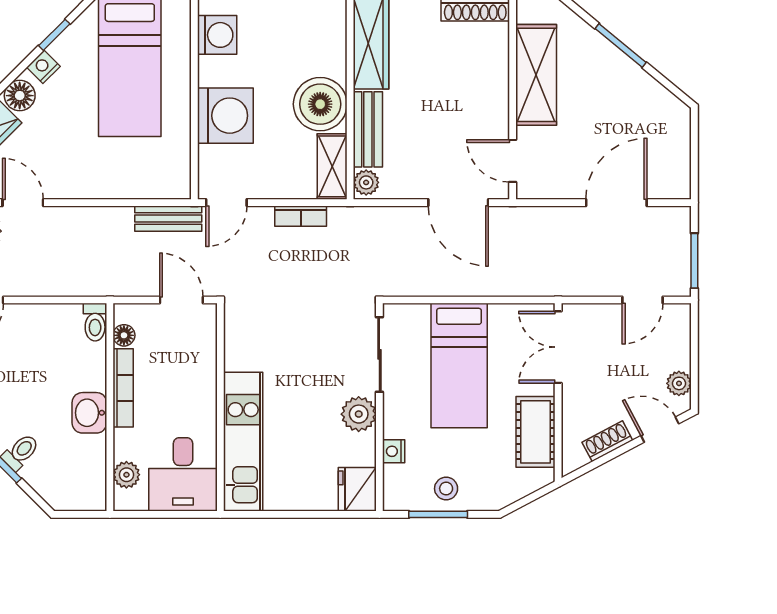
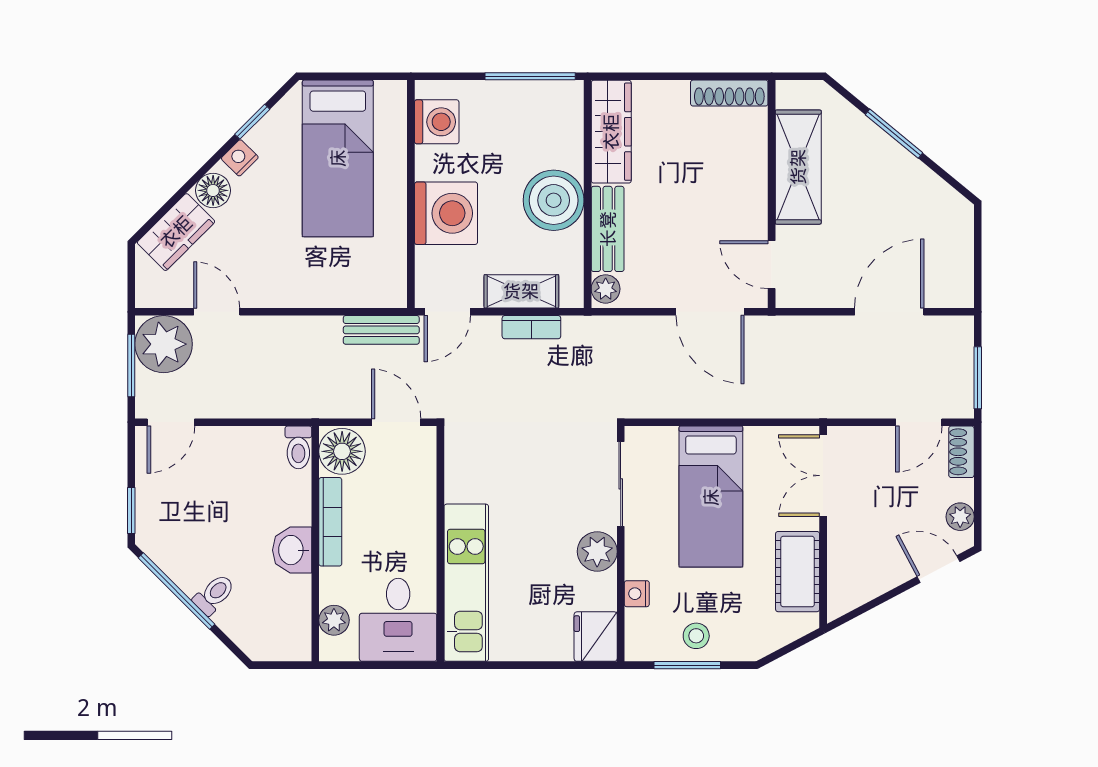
shelving: (332, 166) -> (521, 291), moved, turned 90
floor lamp: (124, 335) -> (342, 451), width x1.89, depth x1.89
shoe rack: (607, 441) -> (961, 452), moved, turned -62

